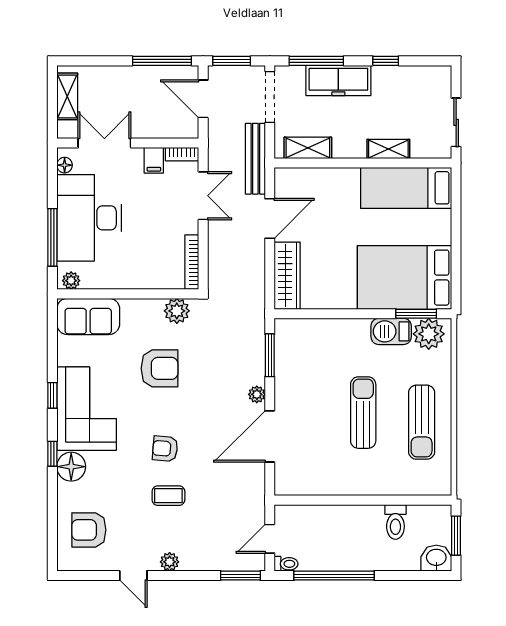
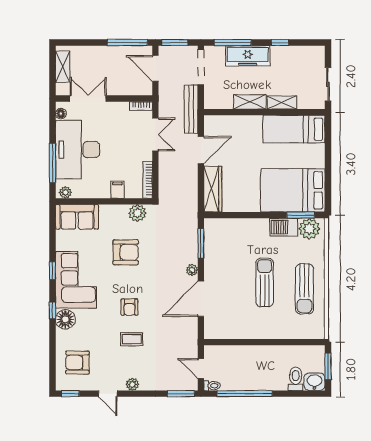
shelving: (308, 148) -> (250, 102), moved
filing cabinet: (154, 160) -> (117, 190), moved, turned 180
armchair: (165, 449) -> (129, 307), turned -95
toilet: (395, 522) -> (296, 379), moved, turned 180
door: (270, 539) -> (201, 369), hinge flipped
window: (78, 576) -> (70, 394), added

